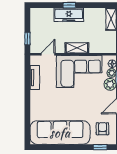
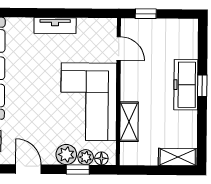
shelving: (77, 48) -> (129, 122), moved
tv unit: (35, 78) -> (55, 26), moved

